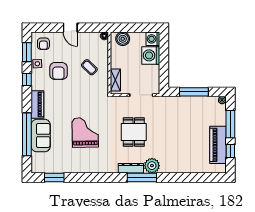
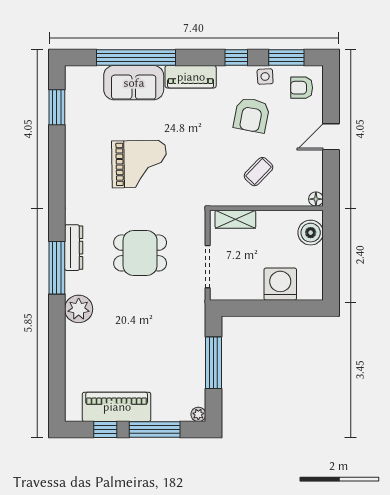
washing machine: (153, 39) -> (310, 288), removed
armchair: (58, 71) -> (252, 115), turned -79
plant: (152, 166) -> (79, 309), moved

